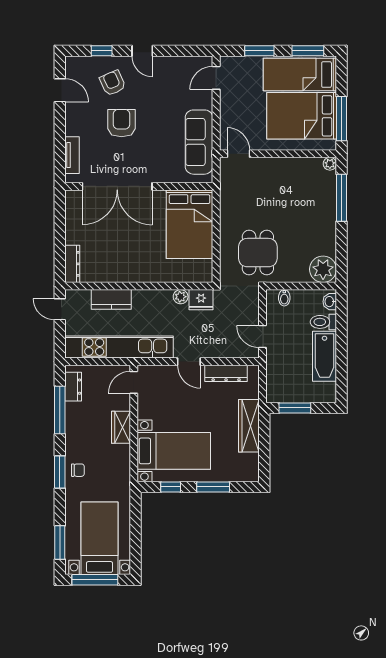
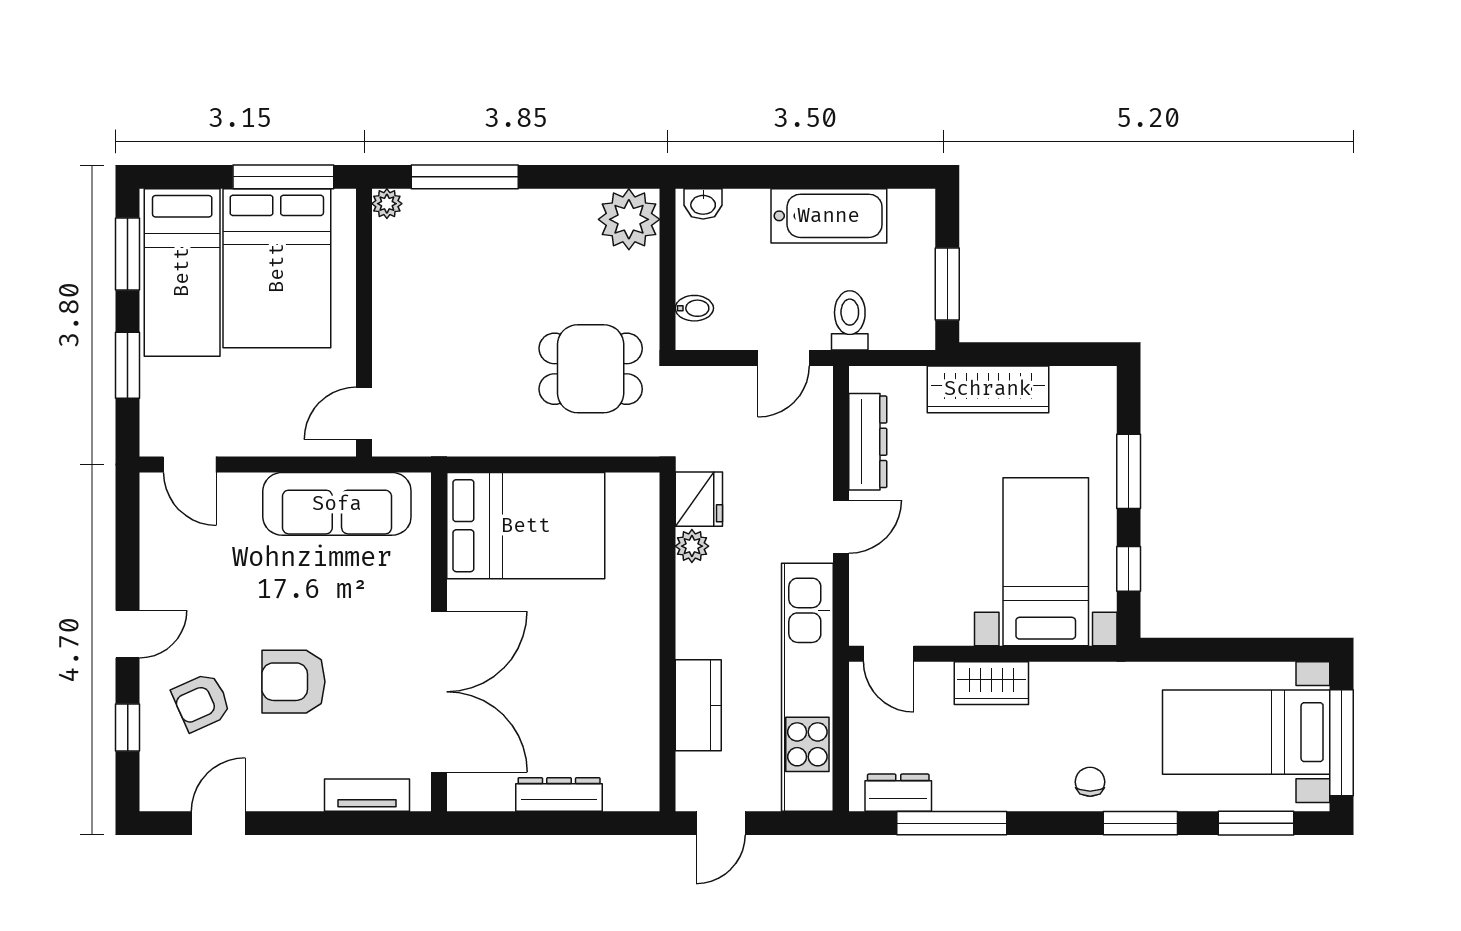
dresser: (72, 264) -> (559, 794), moved
toilet: (323, 322) -> (850, 320), moved, turned 180
window: (60, 472) -> (1140, 823), moved

